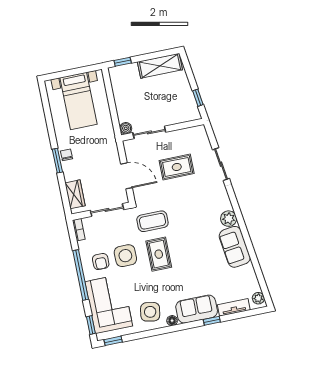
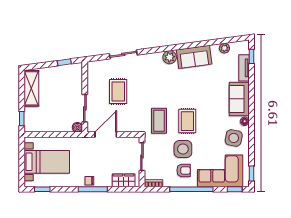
window: (46, 102) -> (42, 189), added
window: (57, 161) -> (93, 189), width x1.44
door: (126, 176) -> (106, 135), moved
rug: (159, 254) -> (187, 121), turned 90
plant: (258, 298) -> (224, 48), moved
window: (212, 321) -> (251, 56), moved

